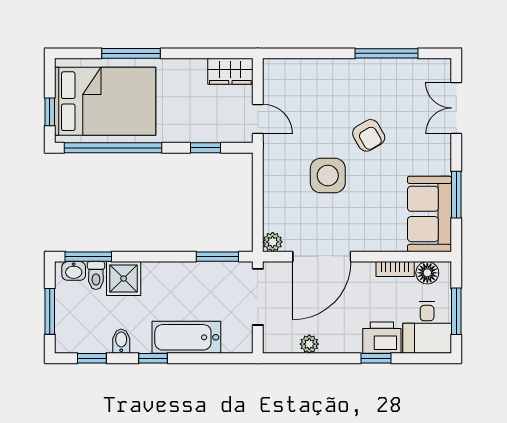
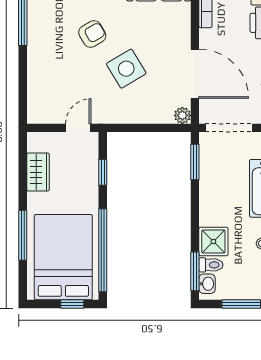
wardrobe: (230, 71) -> (38, 172), moved
side table: (328, 176) -> (126, 69), turned -31

